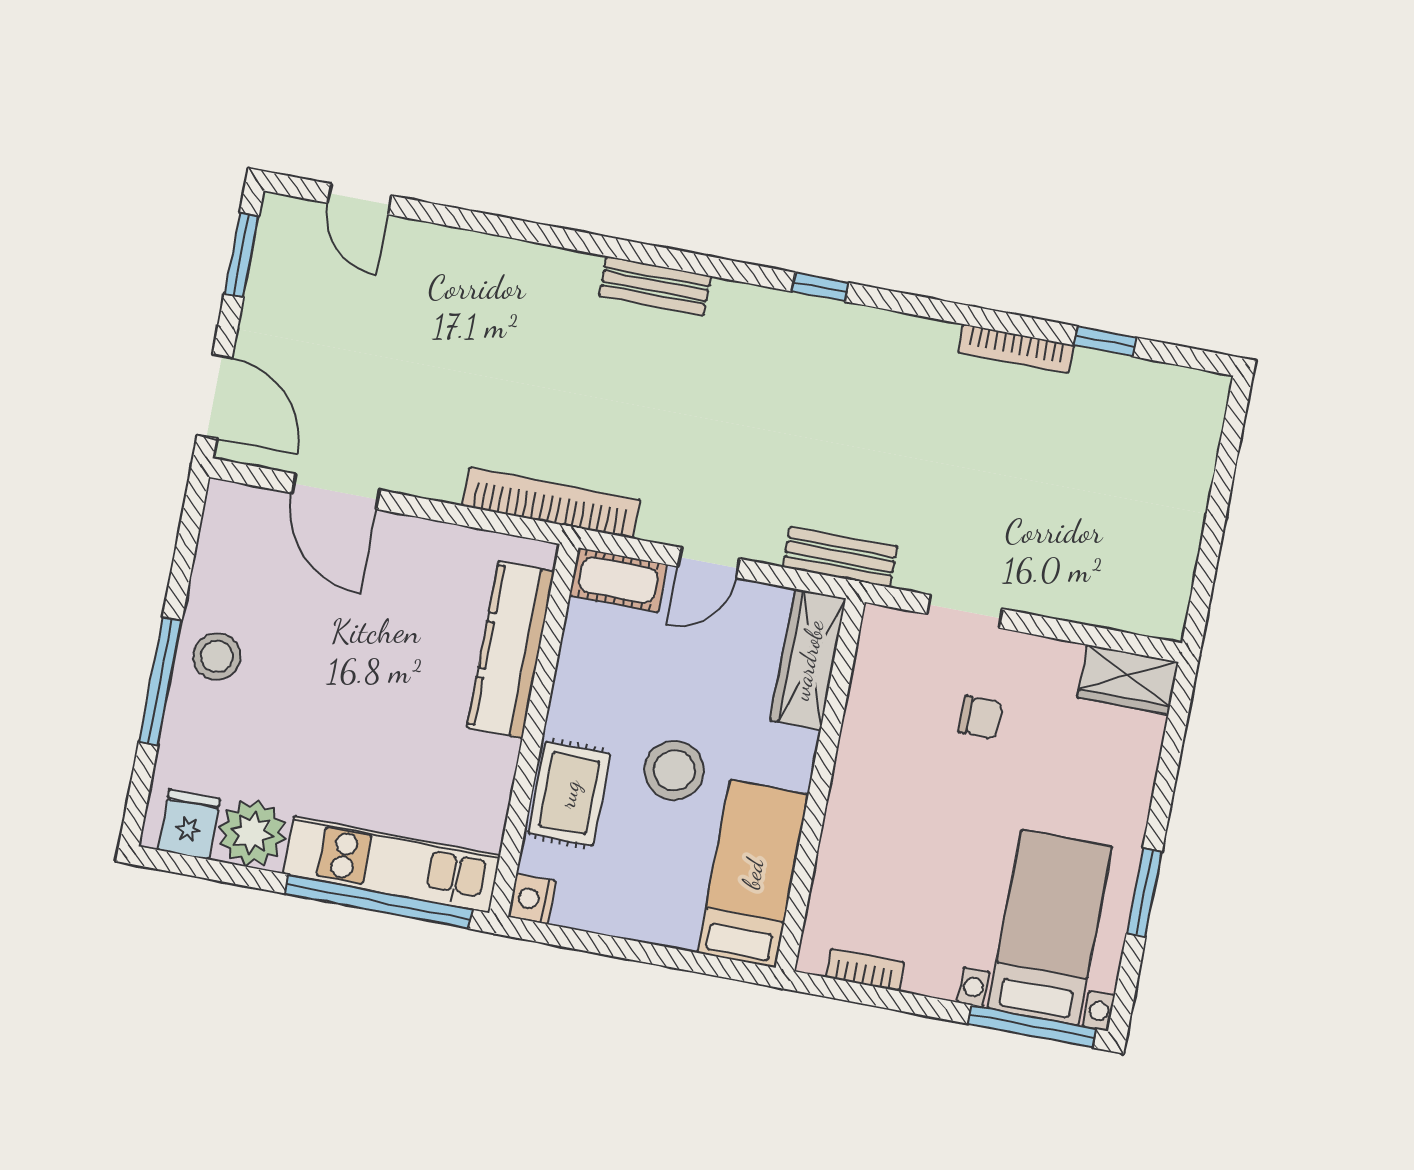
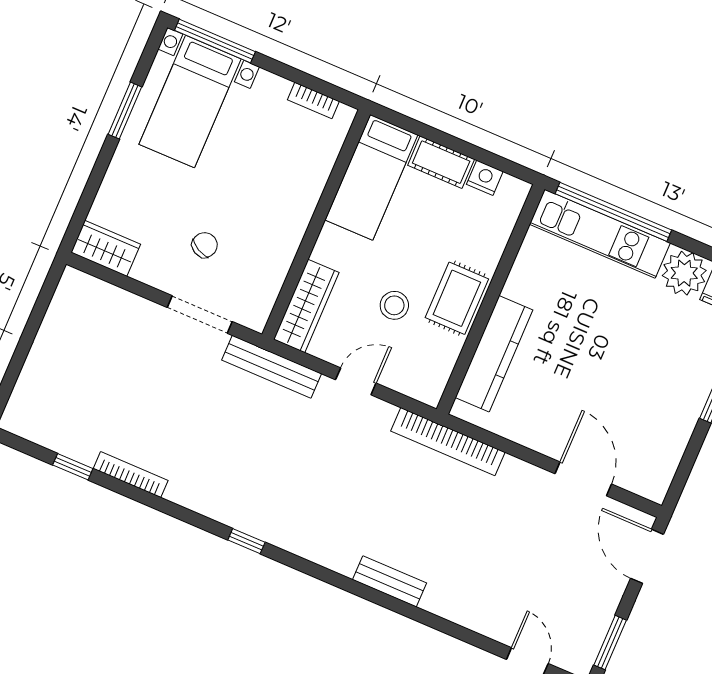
bench: (655, 286) -> (389, 581), moved
bench: (840, 557) -> (272, 367), width x1.36
cot: (618, 580) -> (441, 162), moved
doorway: (965, 611) -> (200, 315), width x1.38
stool: (217, 656) -> (682, 391), removed
chair: (980, 717) -> (205, 245), turned 118
stool: (674, 770) -> (394, 305), moved, width x0.73, depth x0.73
rug: (569, 794) -> (457, 298), moved
nightstand: (532, 899) -> (485, 178), moved, turned -90

